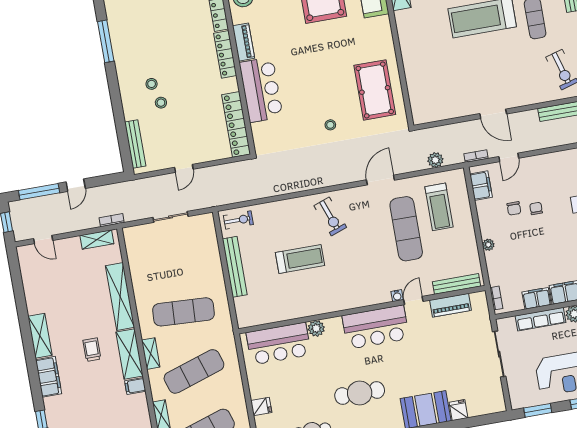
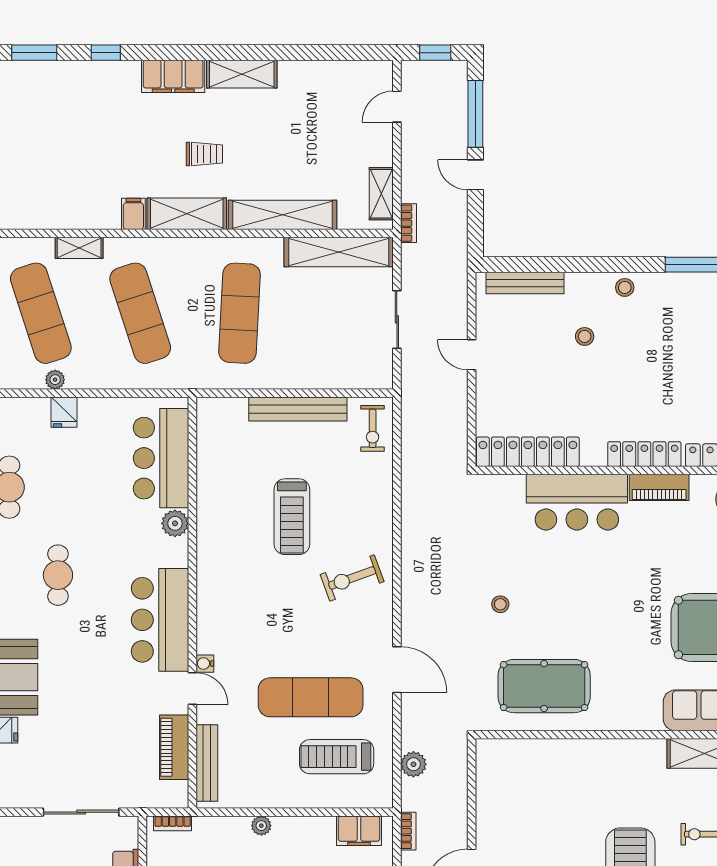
stool: (152, 84) -> (625, 287), moved
shelving: (151, 354) -> (339, 252), moved, width x2.20, depth x1.33
cafe table: (360, 393) -> (58, 575), width x0.73, depth x0.74
plant: (243, 415) -> (55, 380), added

